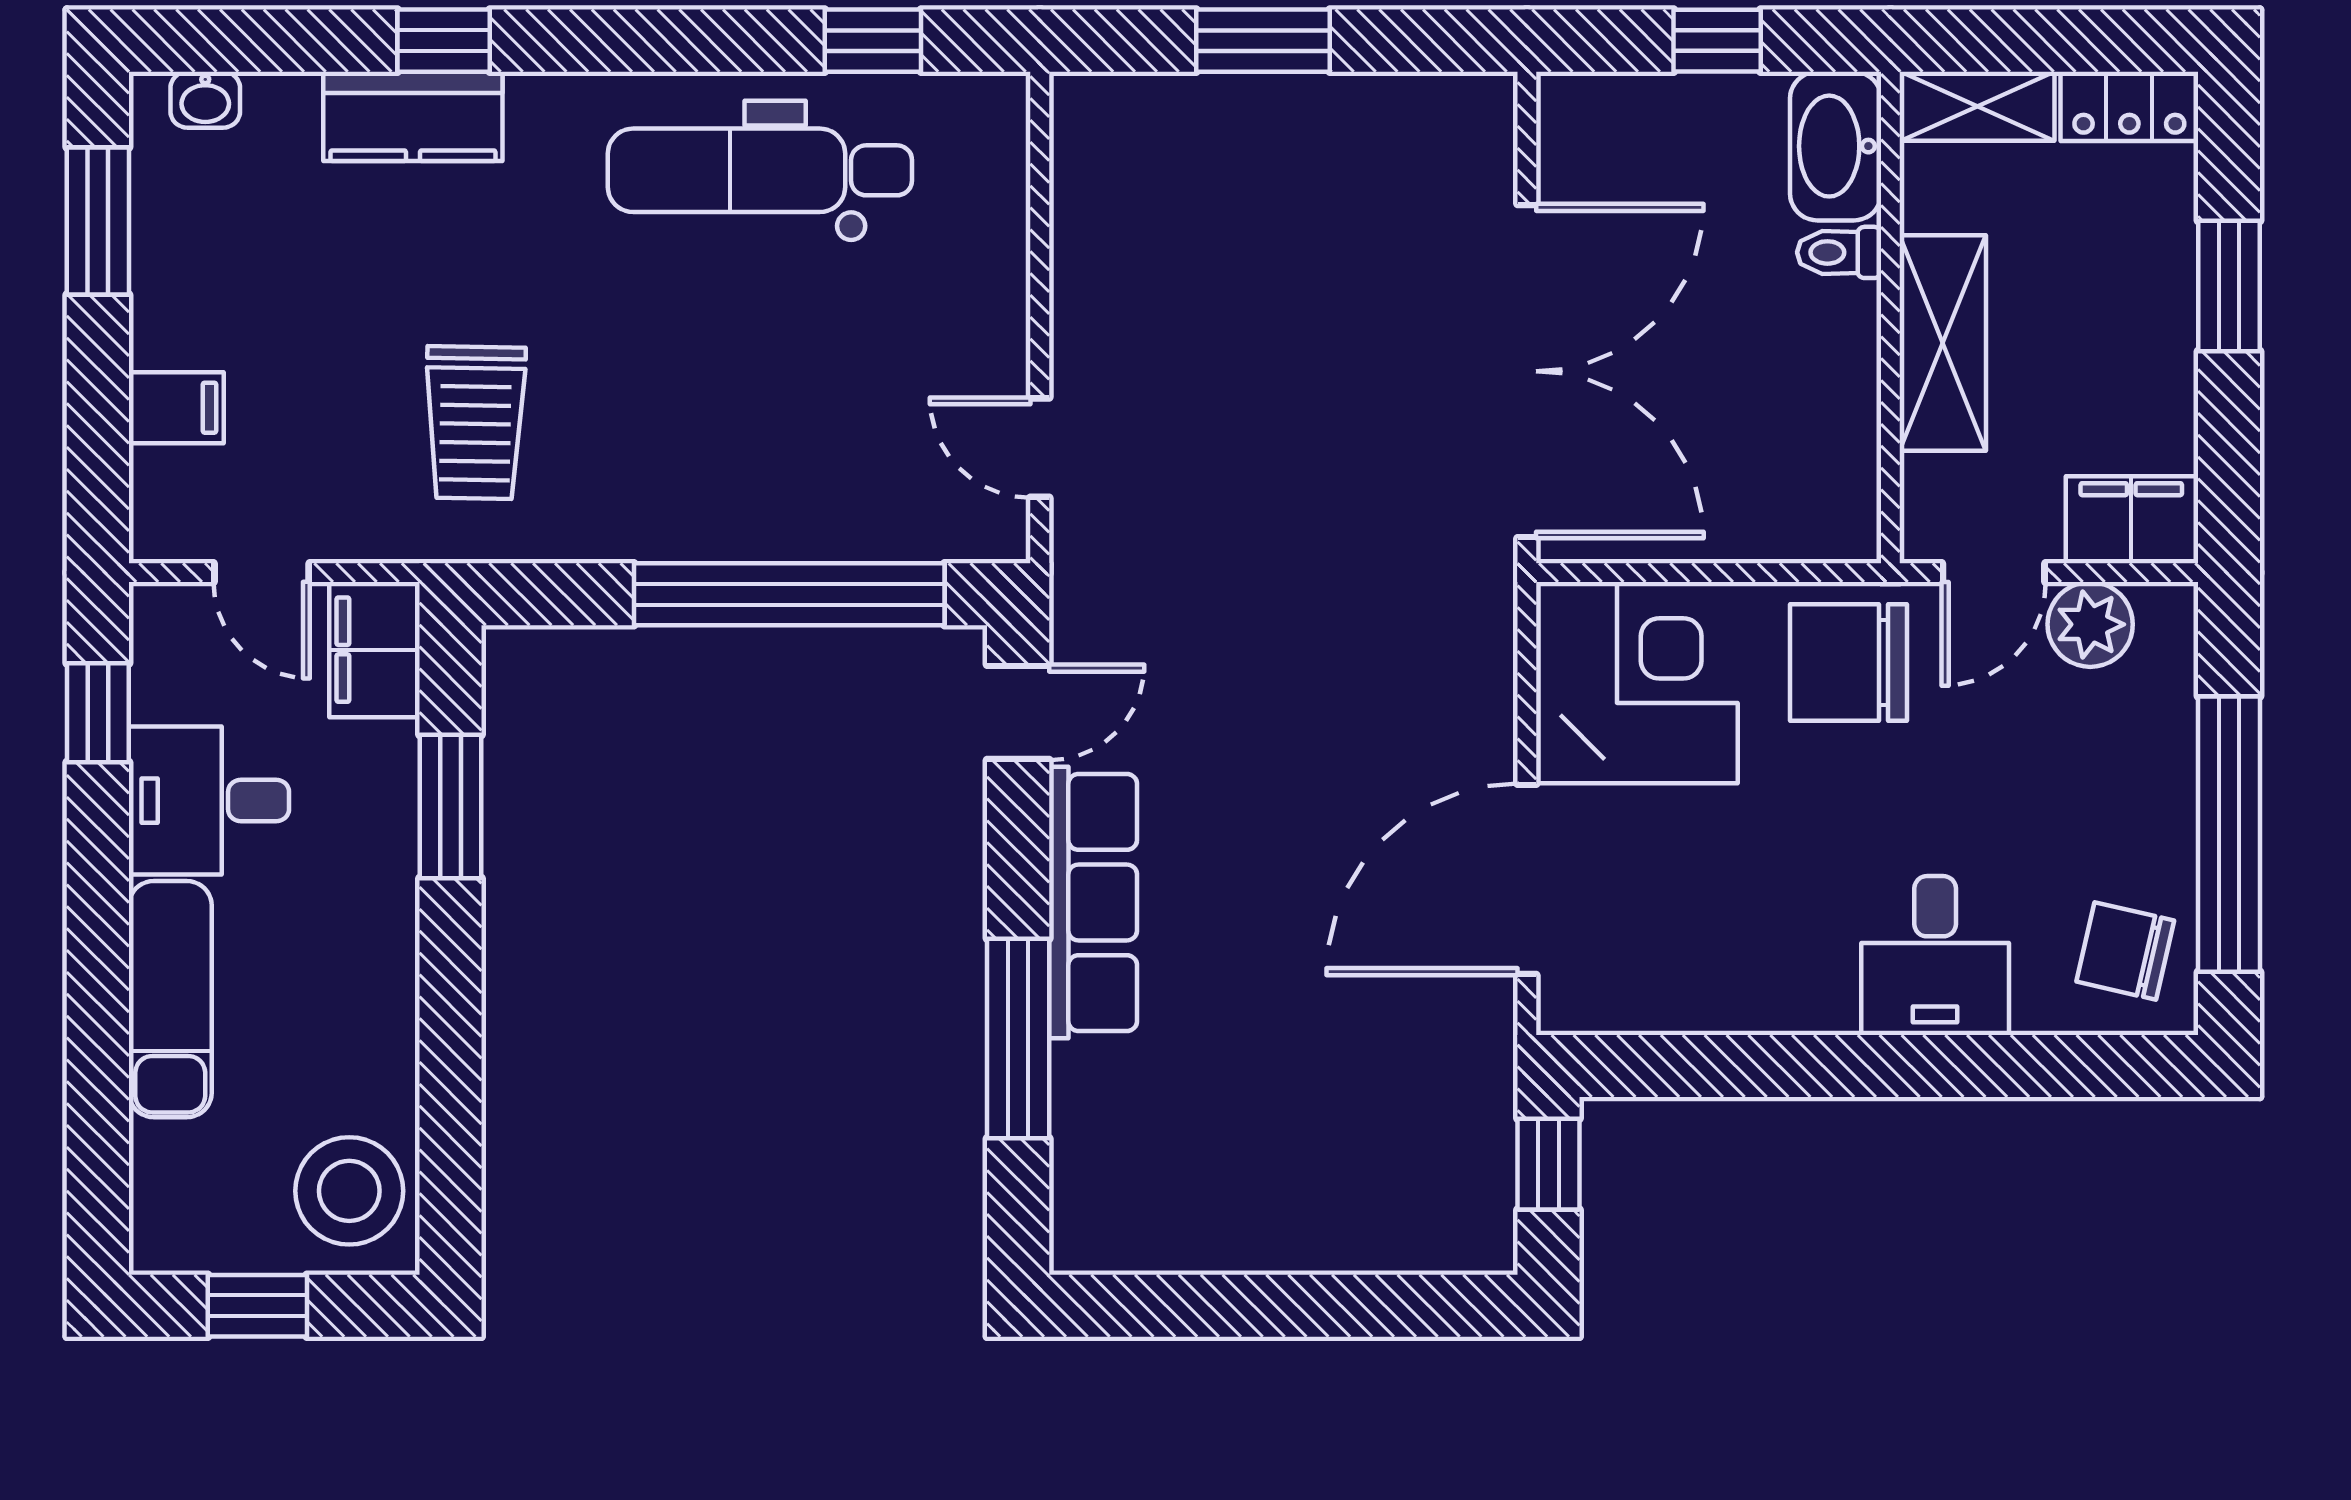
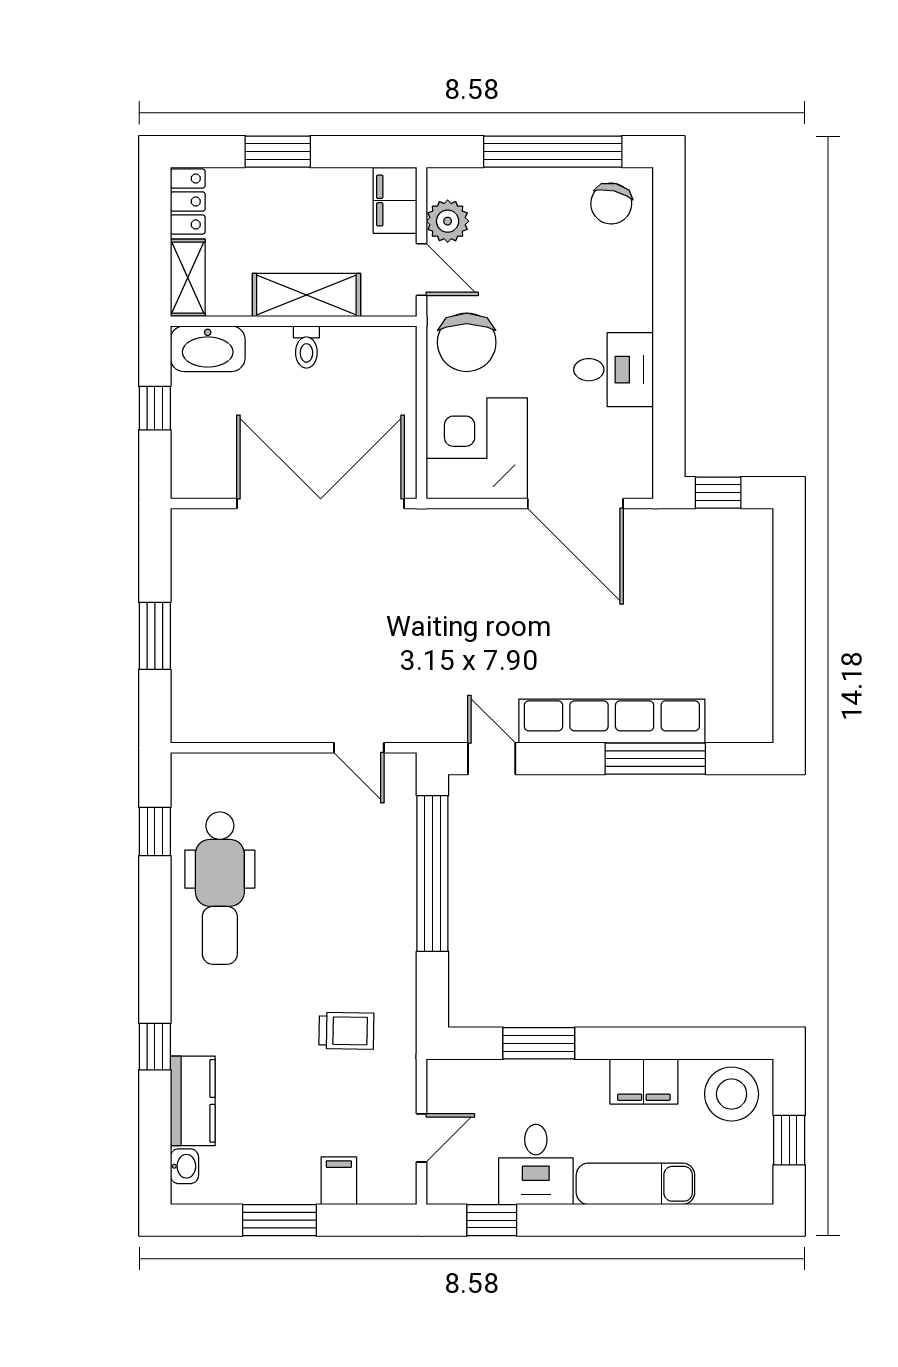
kitchen counter: (413, 116) -> (193, 1101), moved
window: (98, 221) -> (279, 1220), moved
toilet: (1839, 252) -> (306, 347), moved
trolley: (475, 423) -> (346, 1031), width x0.73, depth x0.72
door: (1040, 448) -> (359, 748), hinge flipped
filing cabinet: (374, 650) -> (644, 1081), moved
row of seats: (1093, 903) -> (612, 721), width x1.36
desk: (1935, 956) -> (614, 370), moved

